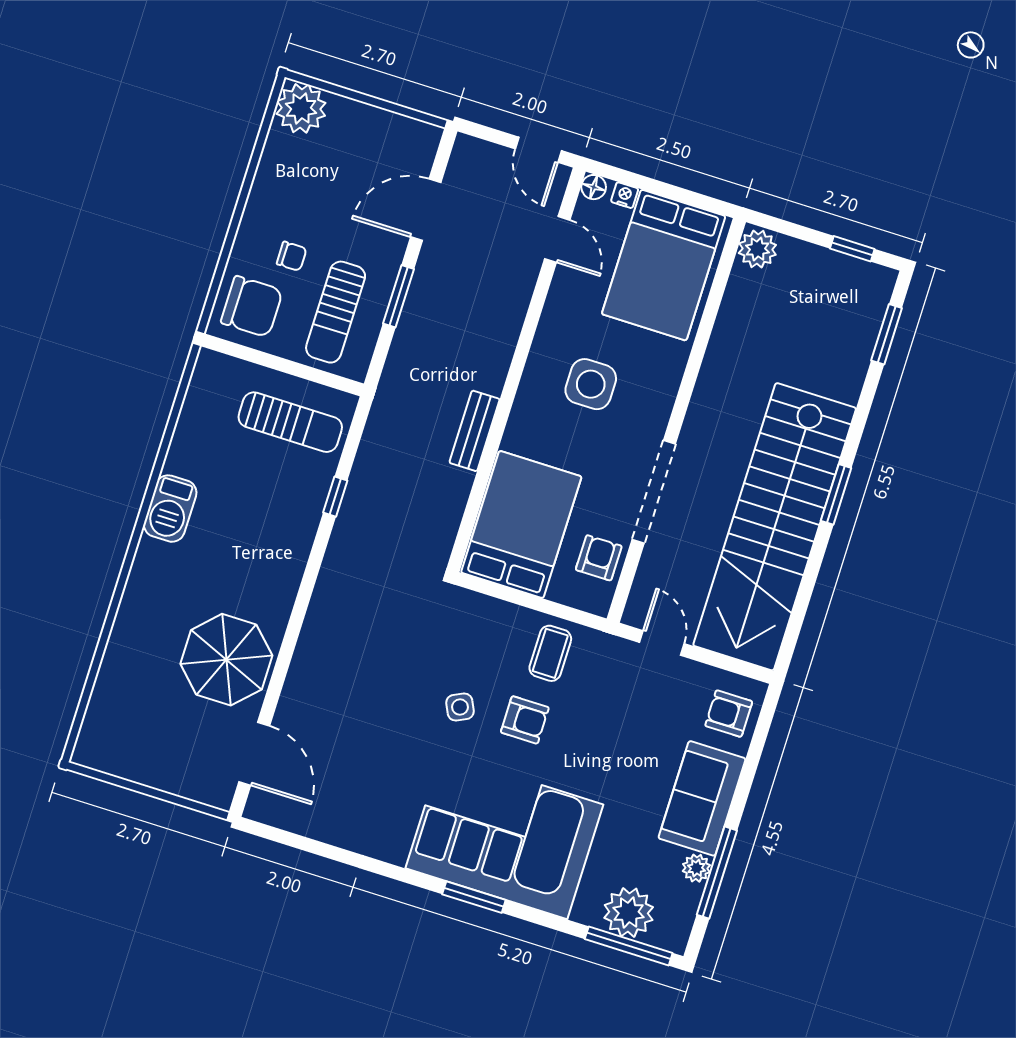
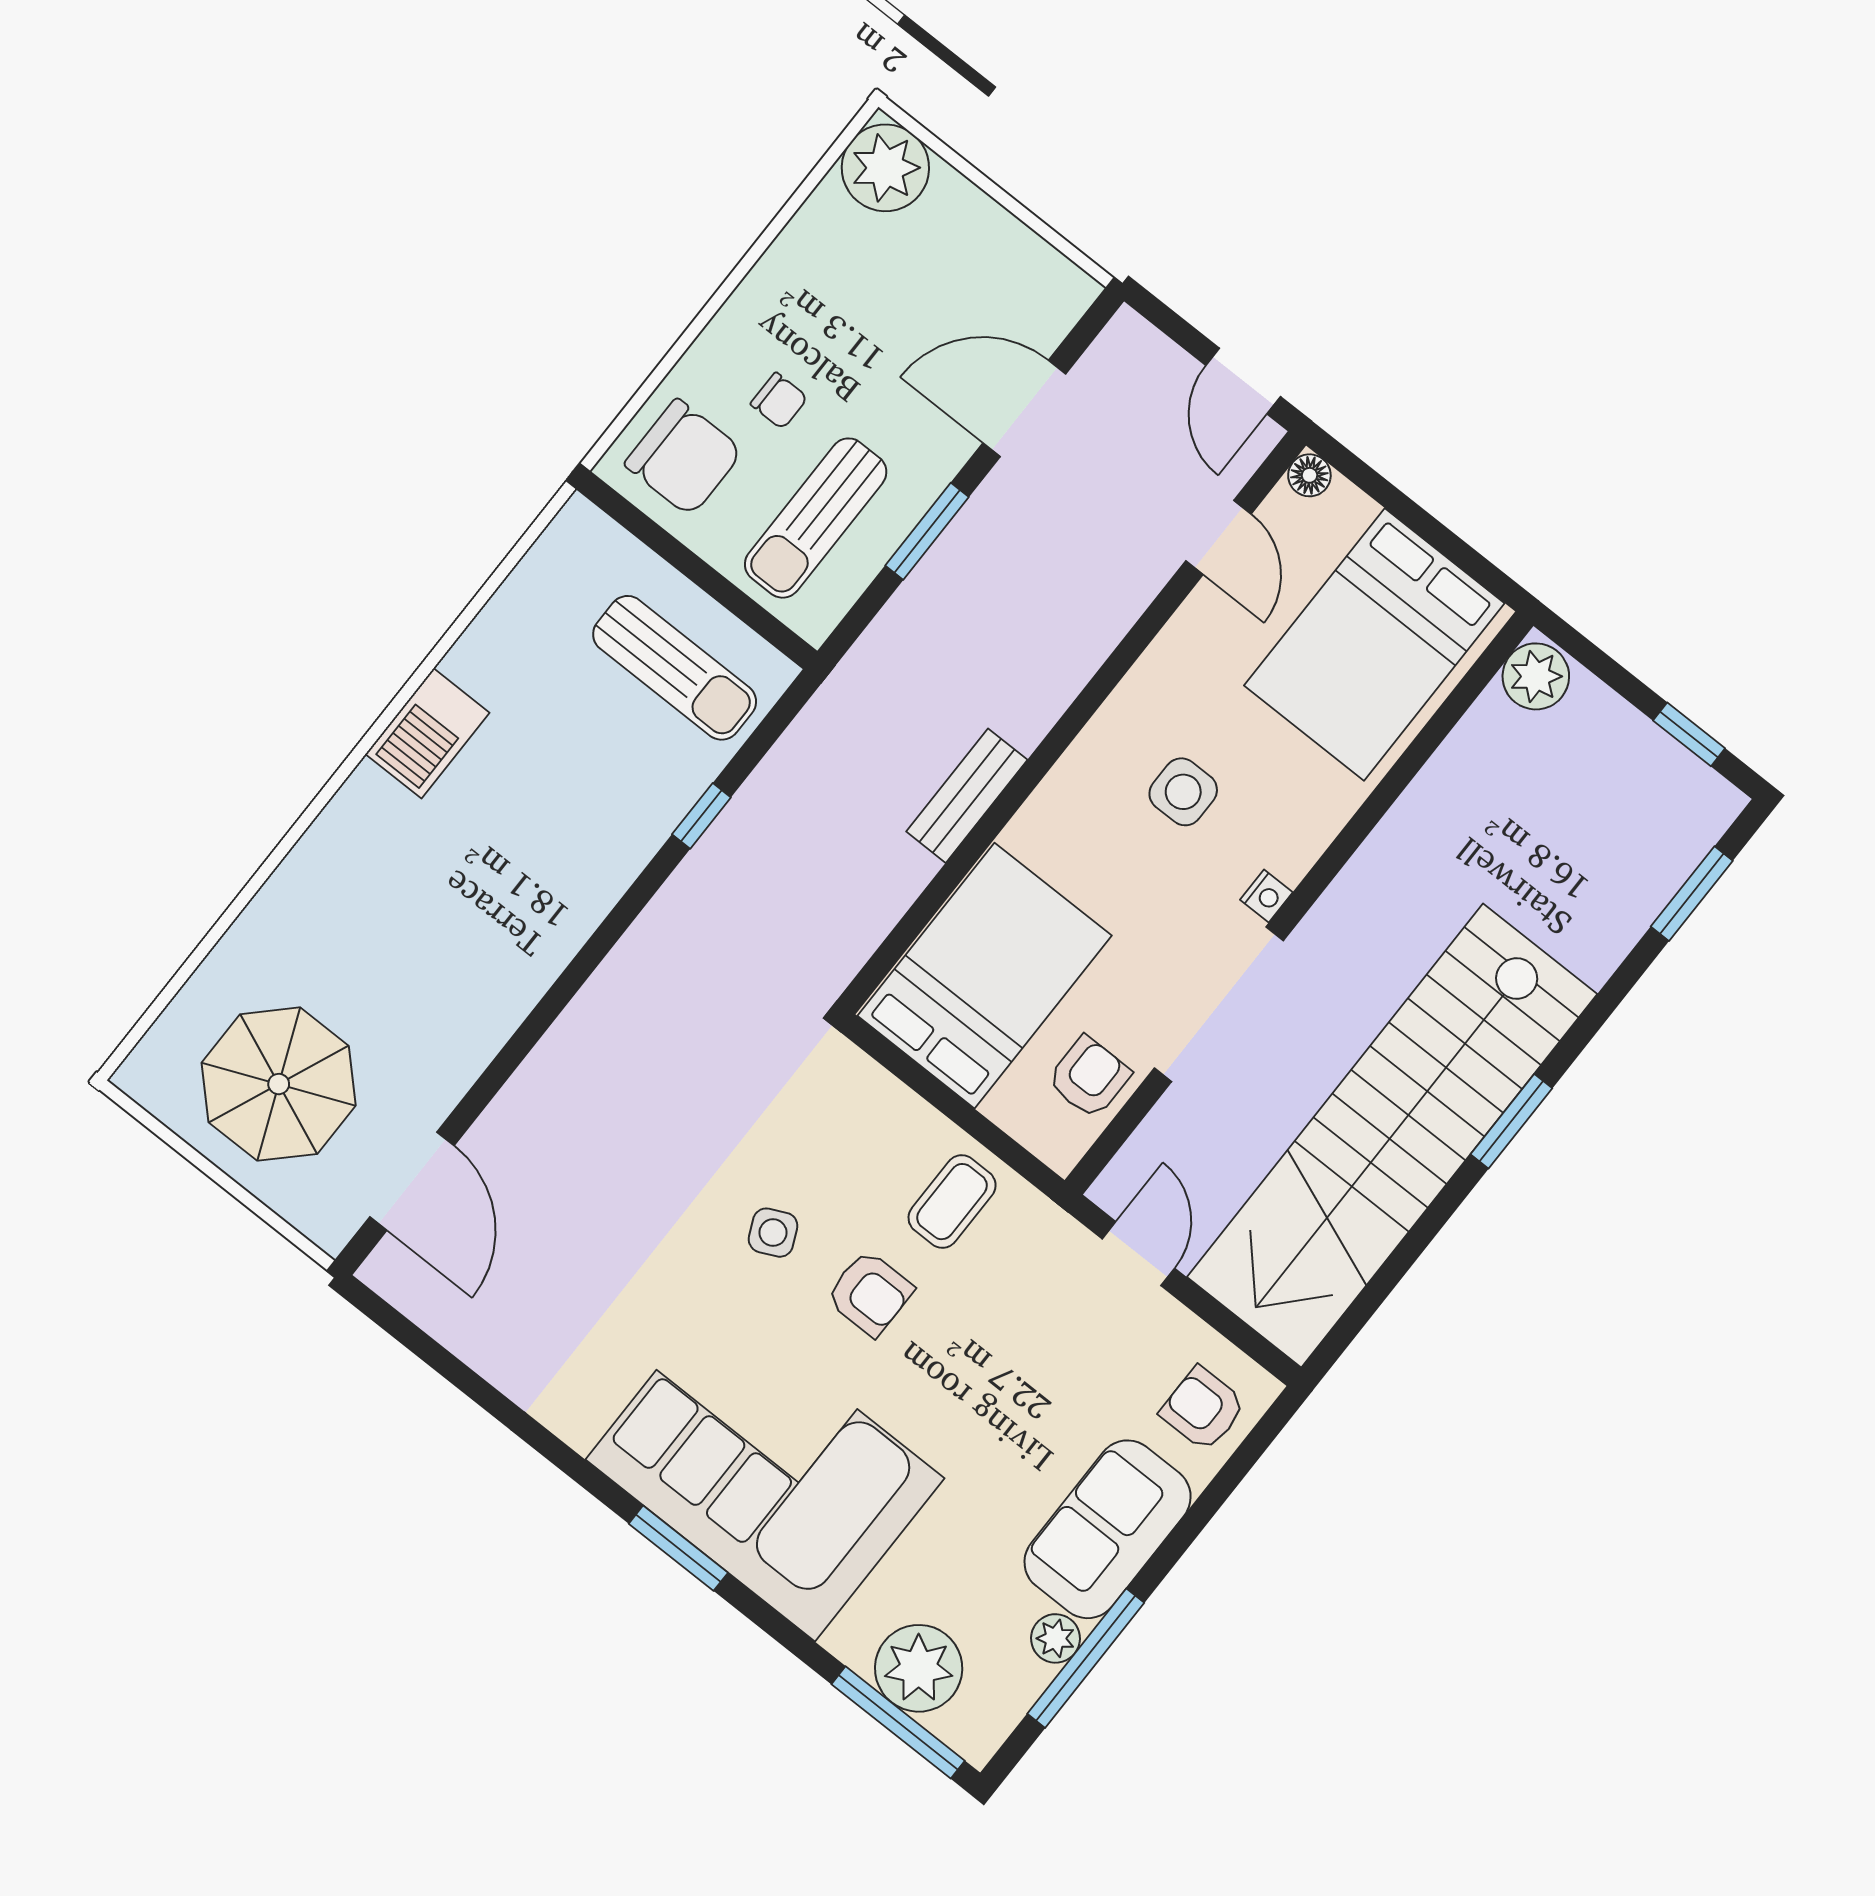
nightstand: (625, 195) -> (1266, 896), moved, turned 90
side table: (591, 384) -> (1183, 792), width x0.73, depth x0.73
parasol: (226, 660) -> (279, 1084), moved

